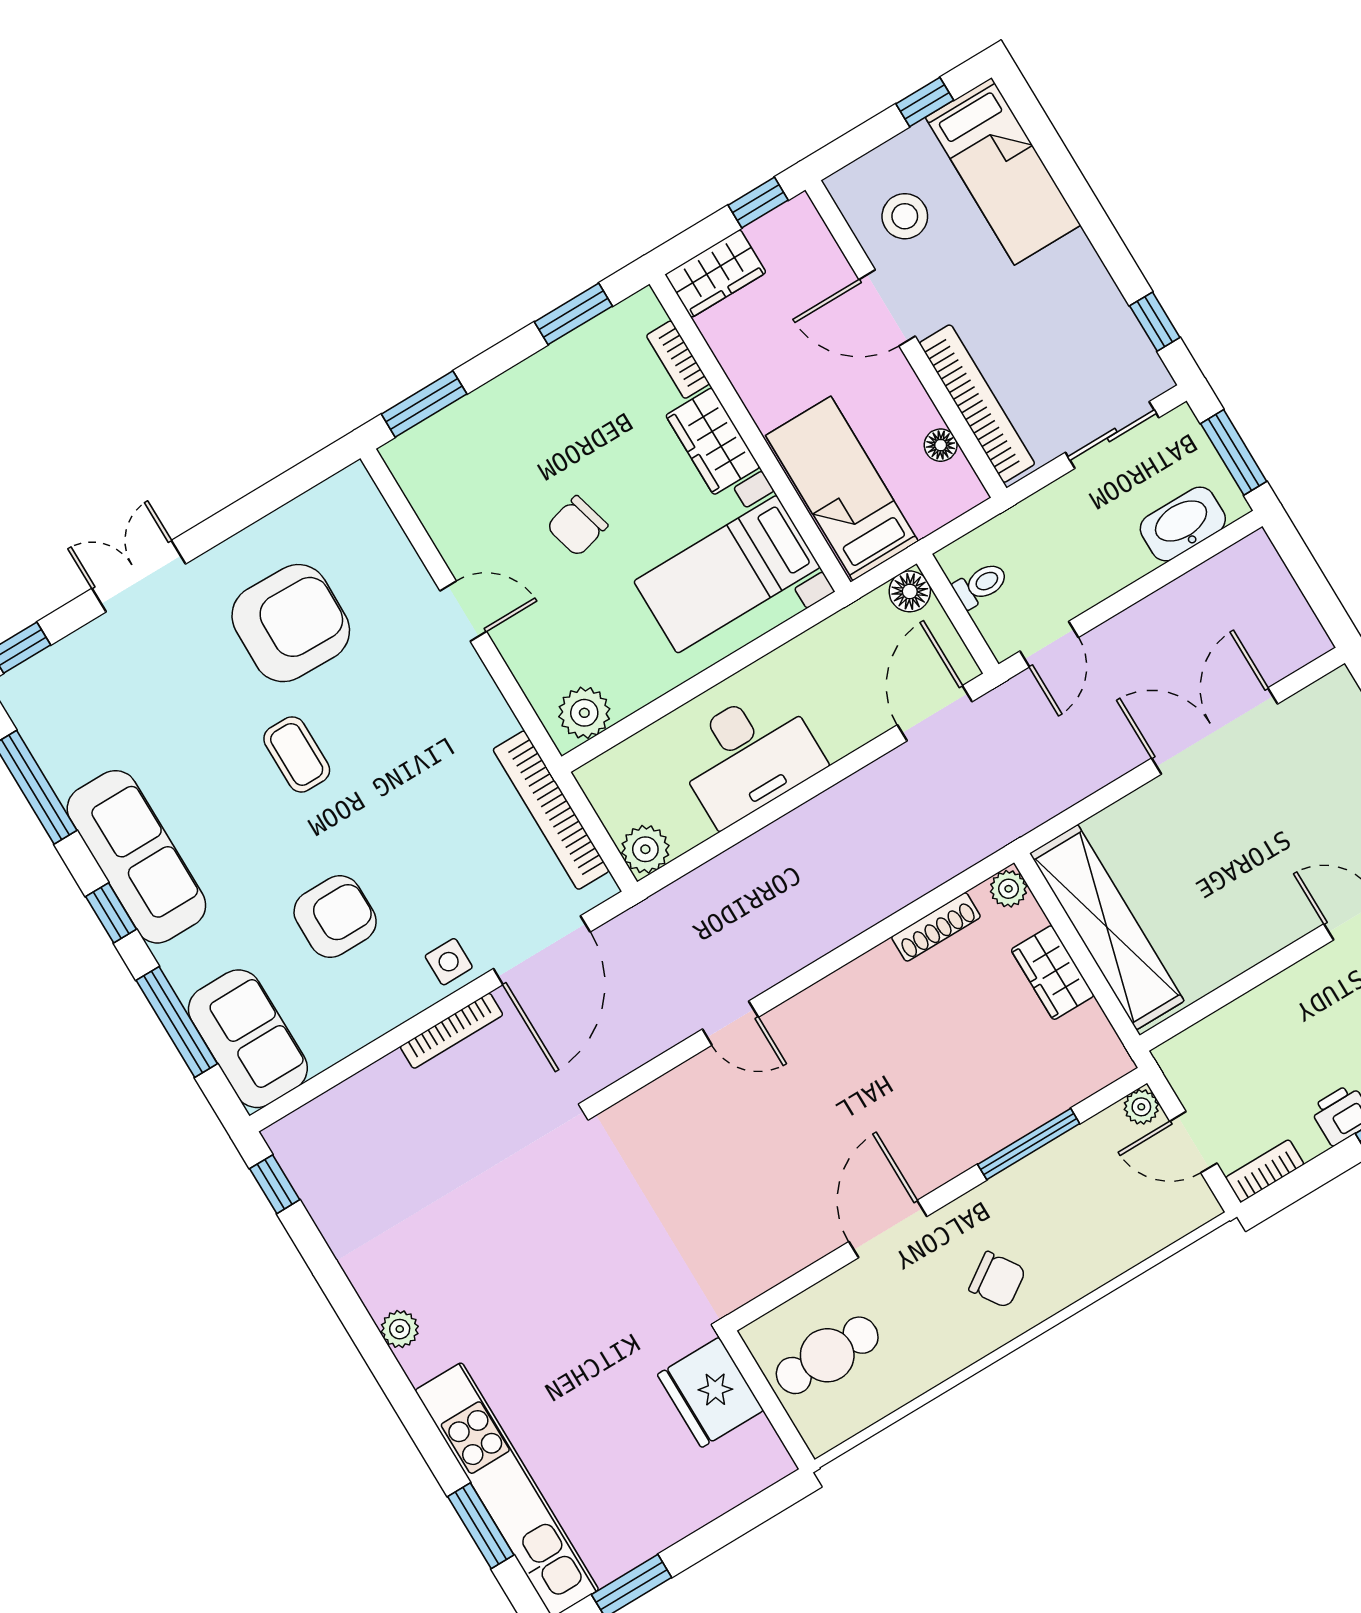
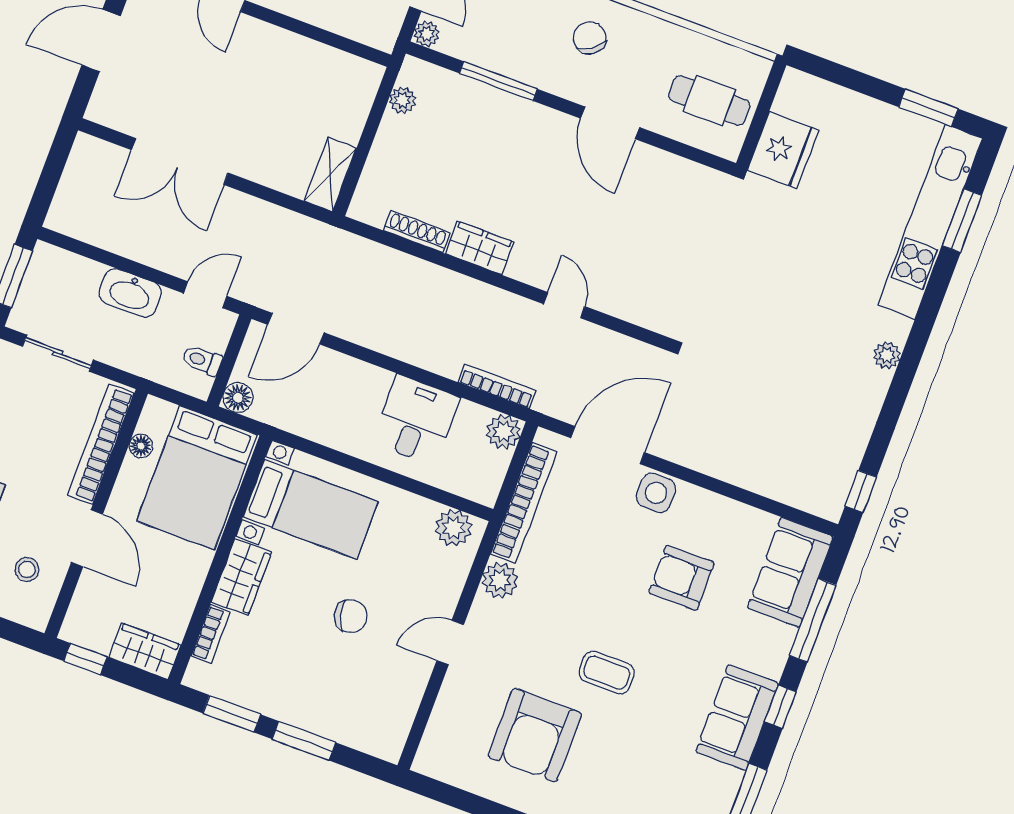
stool: (905, 216) -> (27, 569), width x0.73, depth x0.73
window: (424, 404) -> (304, 741), moved
bed: (842, 488) -> (197, 478), width x1.50
washbasin: (1183, 524) -> (130, 293), moved
door: (463, 611) -> (450, 643), hinge flipped
armchair: (291, 623) -> (535, 735), turned -91
plant: (488, 718) -> (500, 580), added
coffee table: (297, 754) -> (607, 673), turned 90
desk: (748, 756) -> (416, 420), width x0.73
sofa: (136, 857) -> (737, 718), width x0.73
plant: (1009, 889) -> (403, 100), moved
shelving: (1107, 927) -> (330, 174), width x0.45, depth x0.75
side table: (449, 962) -> (656, 493), width x1.37, depth x1.37
wardrobe: (1053, 973) -> (480, 248), moved, turned -90
bookcase: (452, 1031) -> (497, 386), moved
door: (888, 1229) -> (610, 123), hinge flipped

